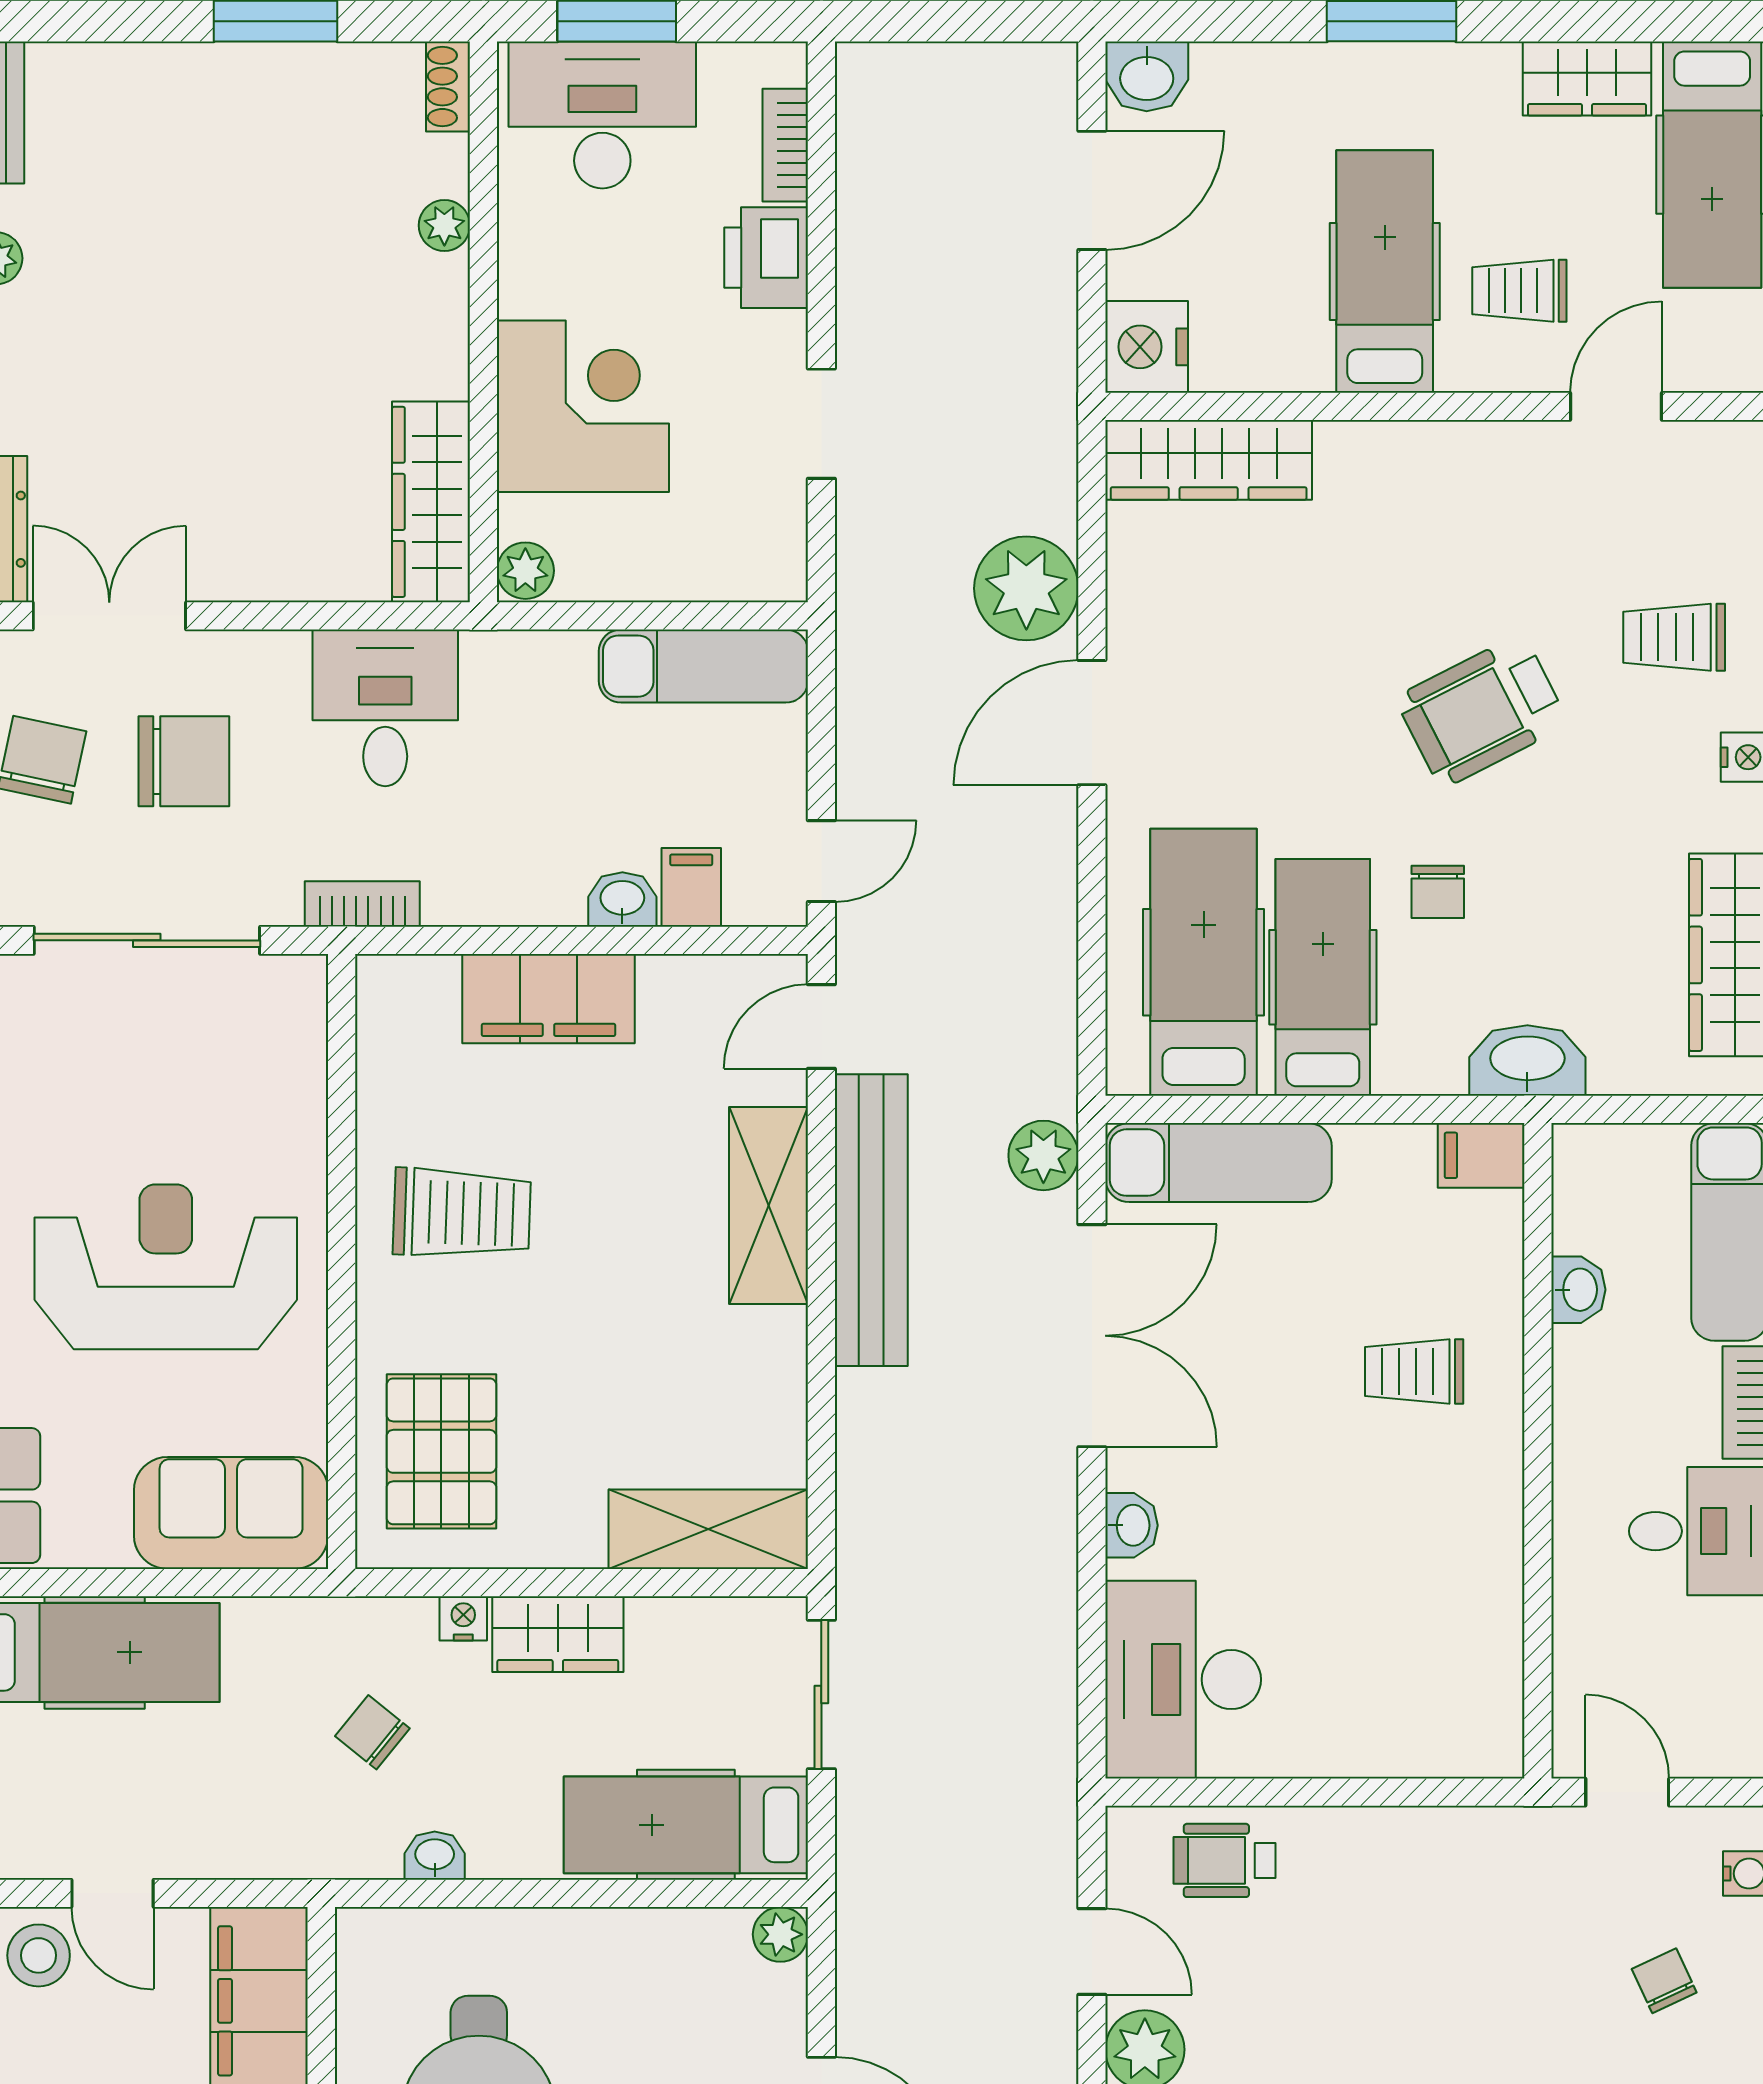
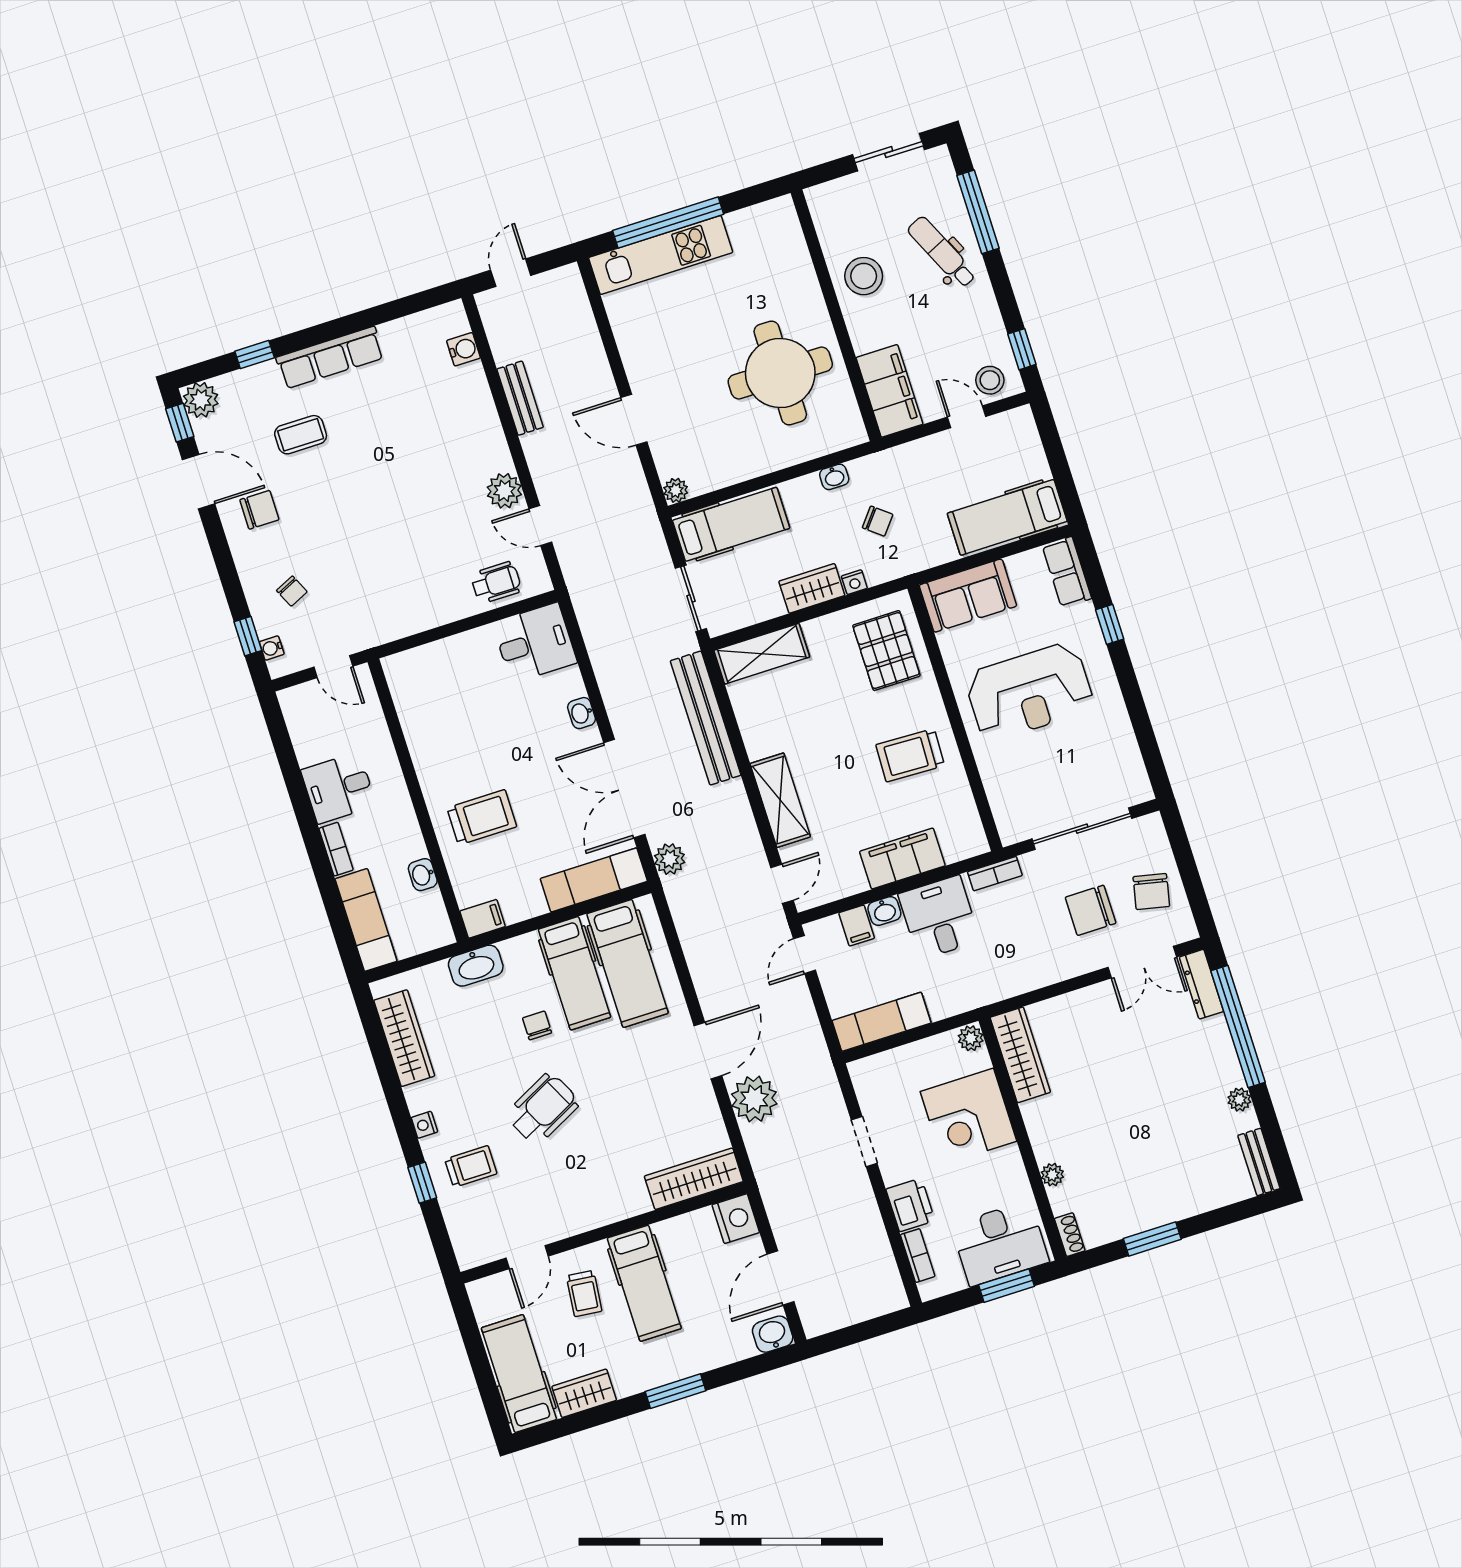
trolley: (1519, 291) -> (584, 1293), turned 96
desk: (385, 708) -> (939, 918), moved, turned 180
bench: (871, 1220) -> (706, 718), moved
trolley: (1414, 1372) -> (482, 817), width x1.36, depth x1.39
desk: (1183, 1680) -> (535, 643), width x0.73

